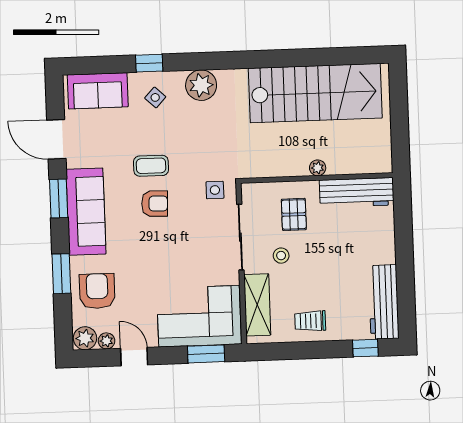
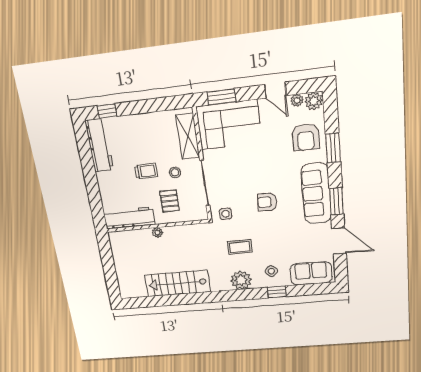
stairs: (315, 93) -> (178, 283), width x0.73, depth x0.66
coffee table: (151, 166) -> (240, 247), moved
trolley: (310, 321) -> (146, 171), moved

